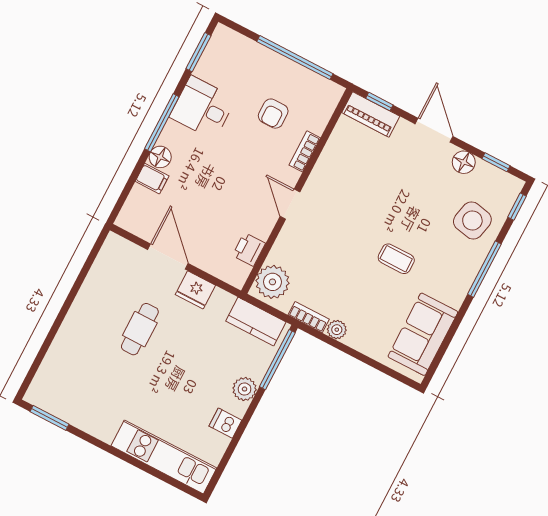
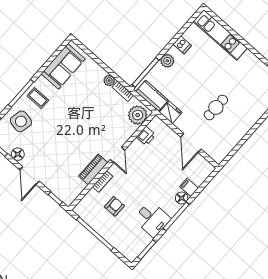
piano: (371, 114) -> (93, 169), moved, turned -90
coffee table: (396, 259) -> (38, 98), moved
fridge: (195, 290) -> (171, 112), moved

